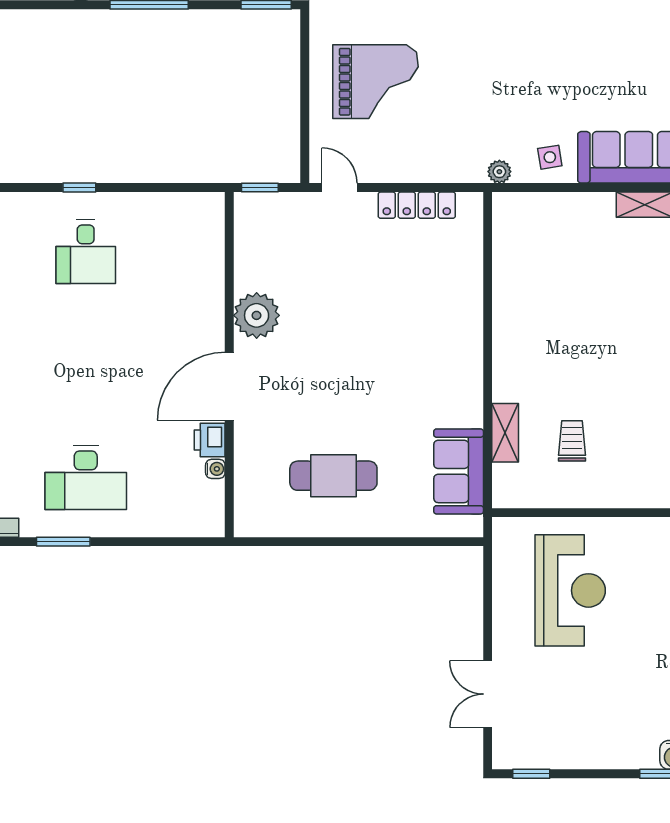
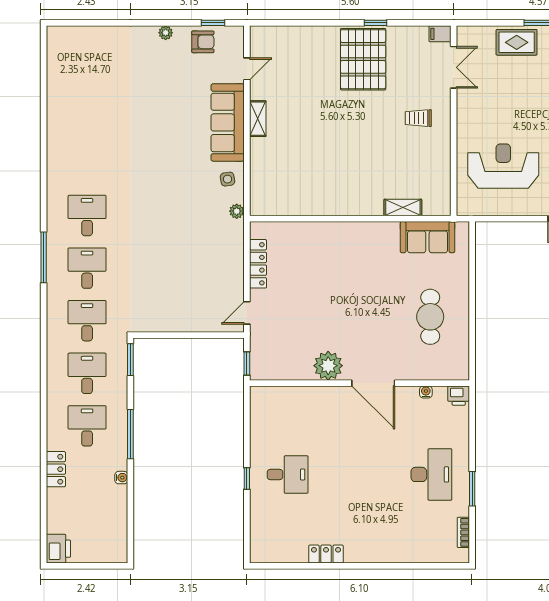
grand piano: (375, 82) -> (179, 290), removed
printer: (210, 440) -> (459, 396), moved
trolley: (572, 441) -> (418, 118), moved

